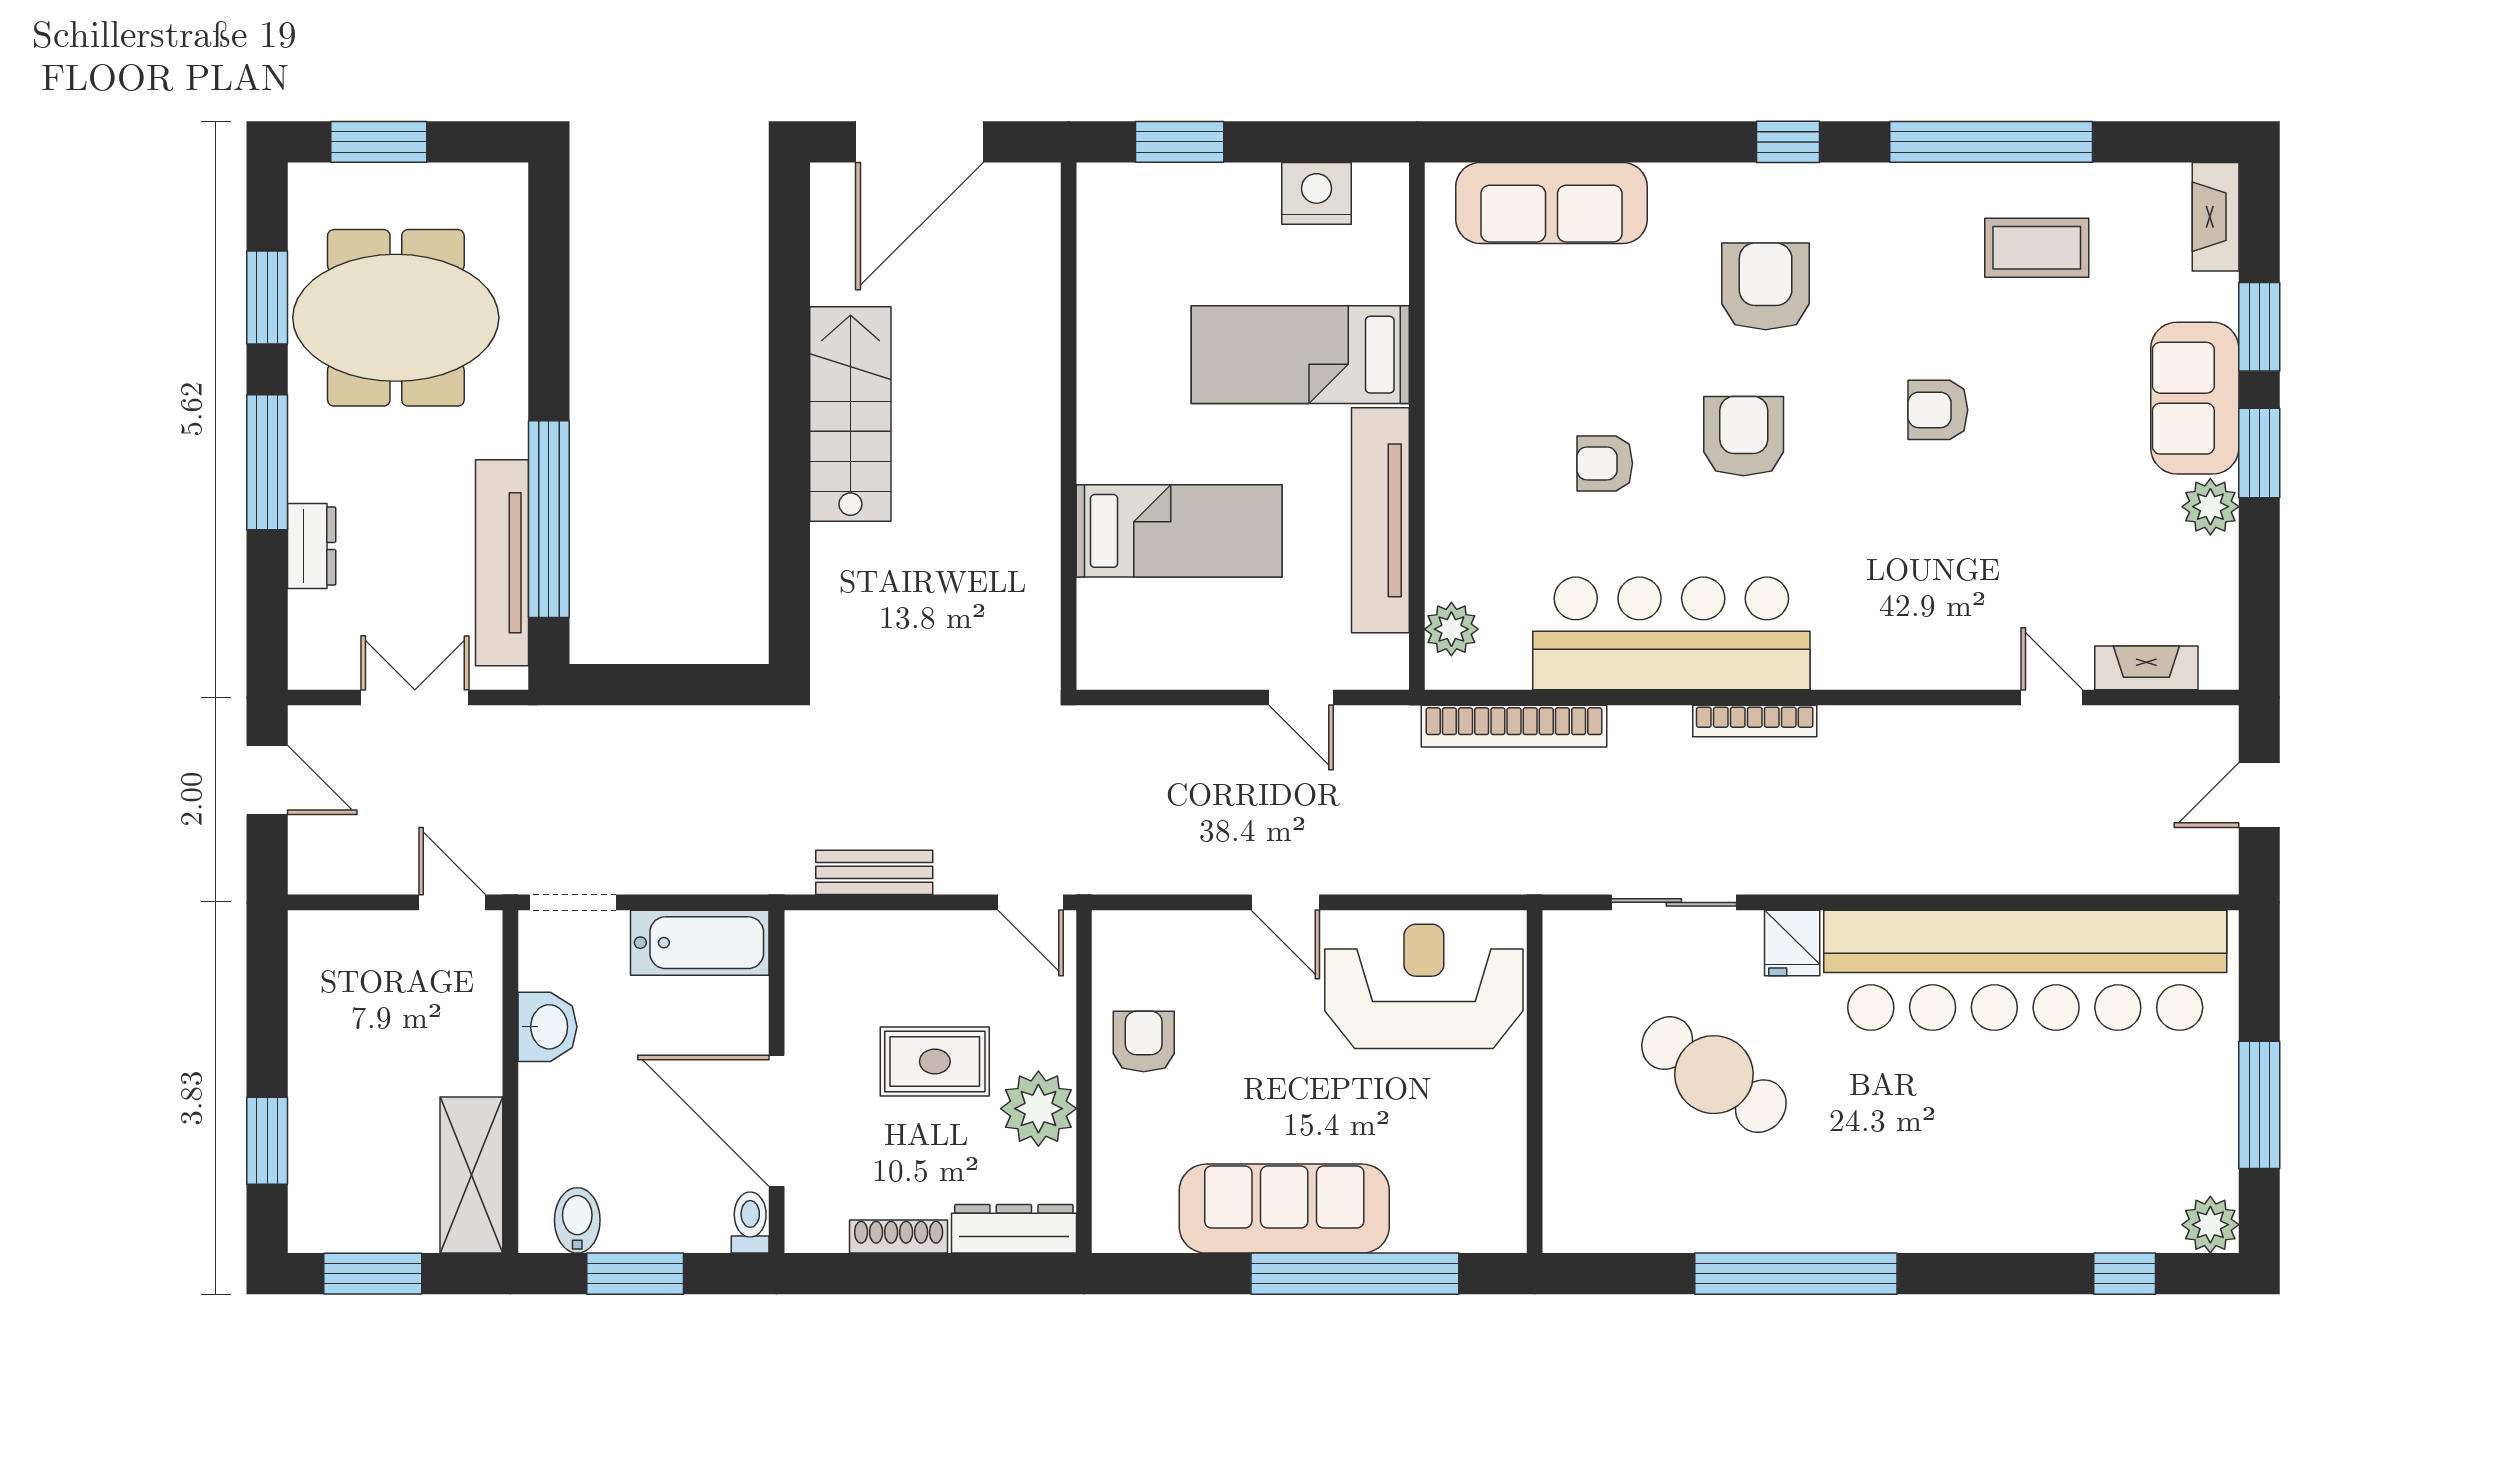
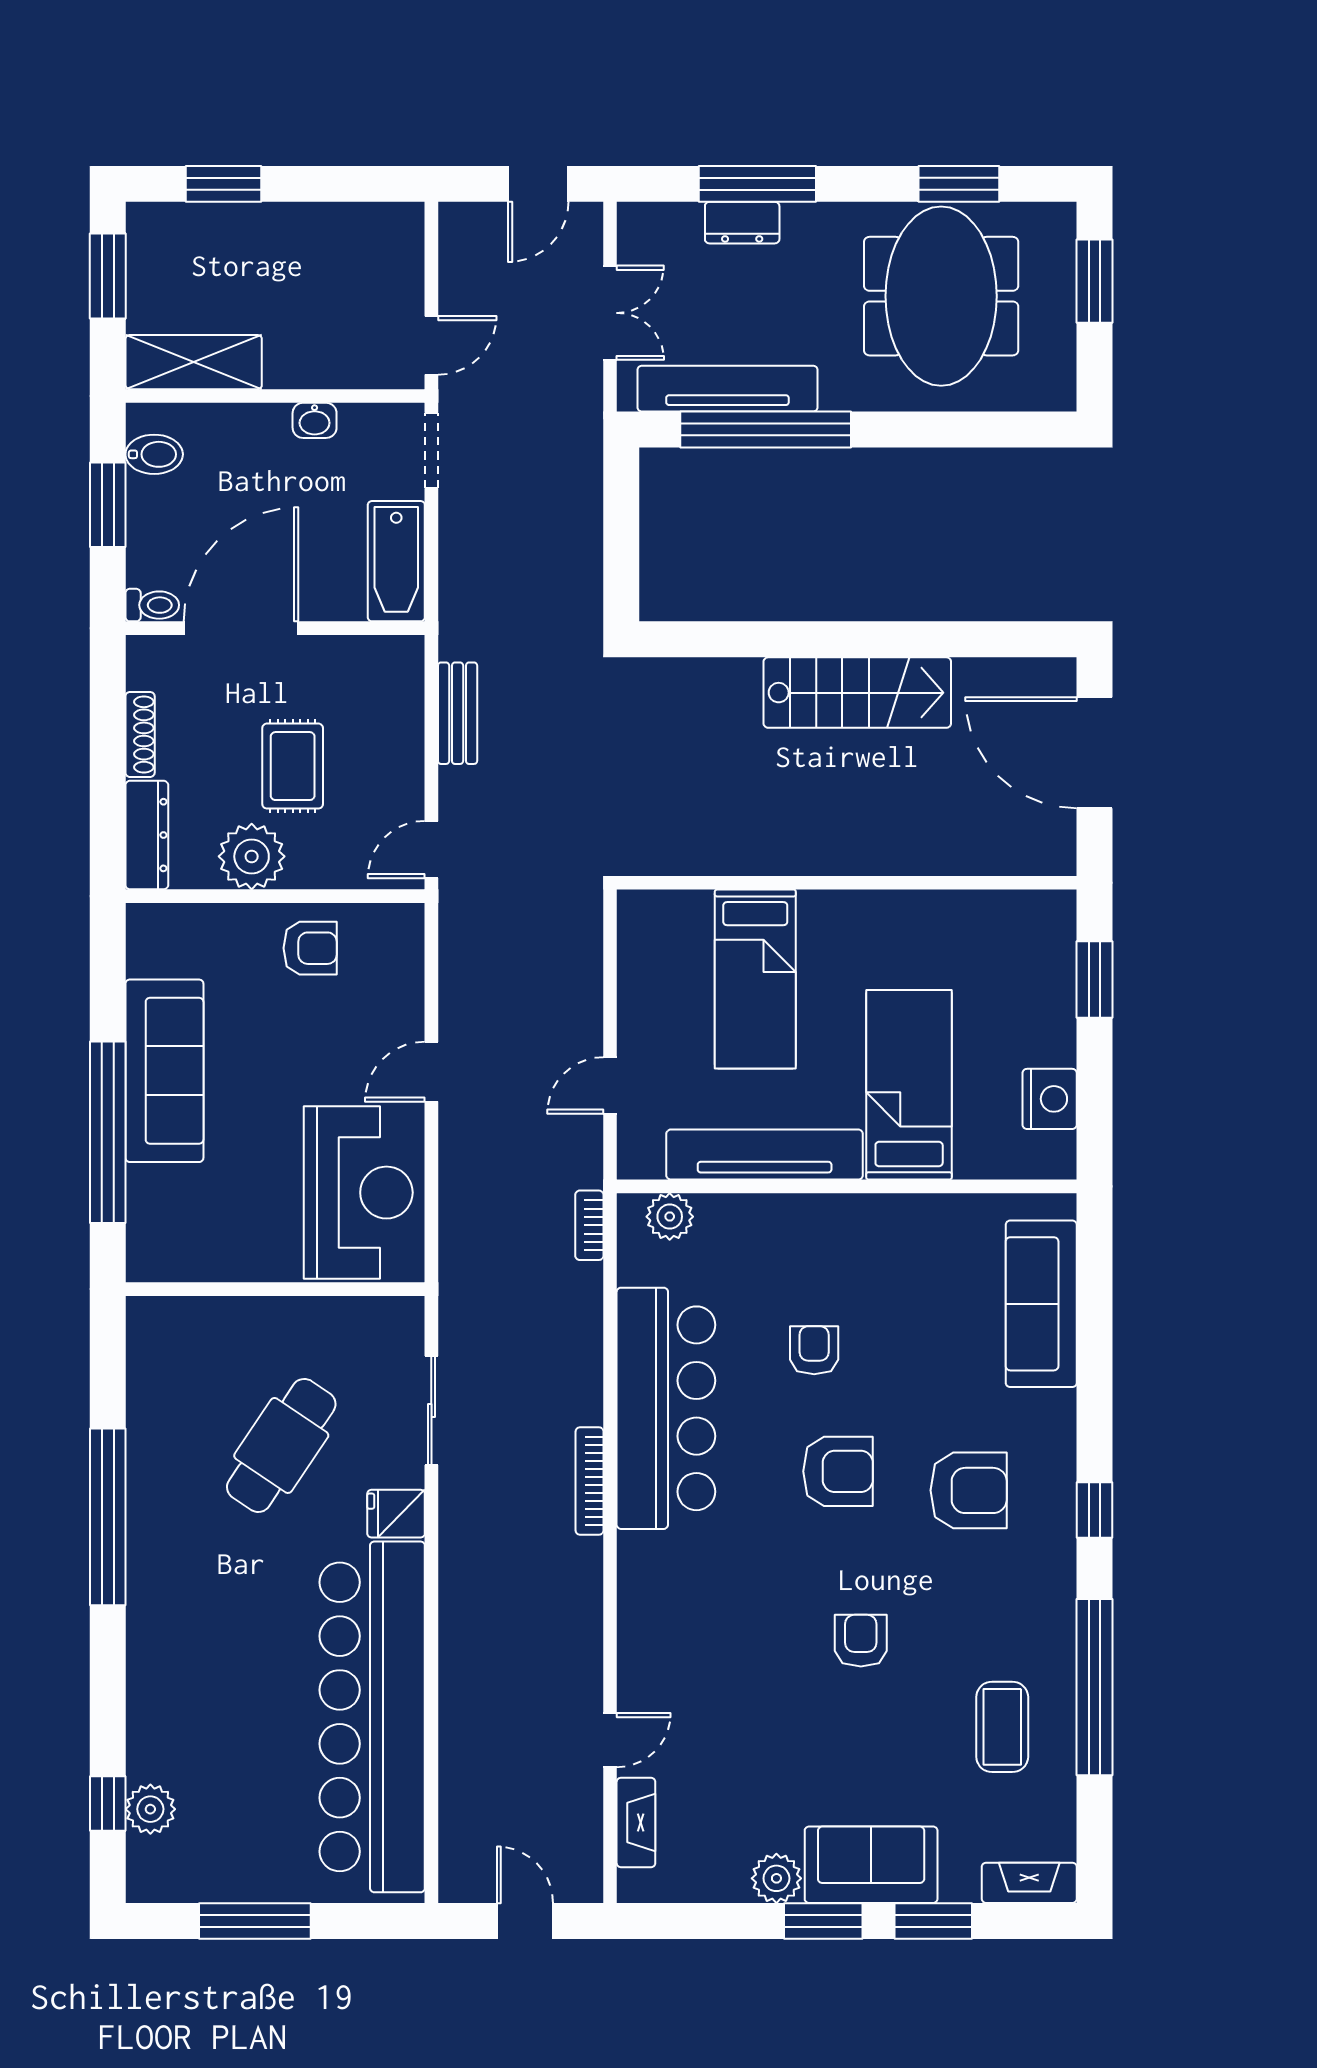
window: (267, 462) -> (757, 184), moved
bookcase: (1514, 726) -> (589, 1225), width x0.43, depth x0.76
washbasin: (547, 1027) -> (315, 420), width x0.72, depth x0.69
plant: (2210, 1225) -> (150, 1809), moved

